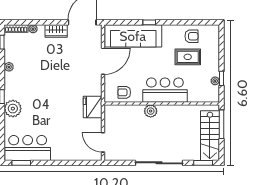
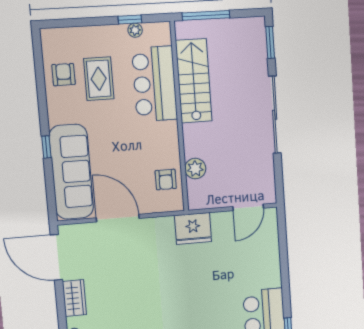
bar counter: (165, 90) -> (155, 84), moved
plant: (151, 111) -> (195, 169), moved
stairs: (210, 136) -> (194, 81), moved, turned -90

